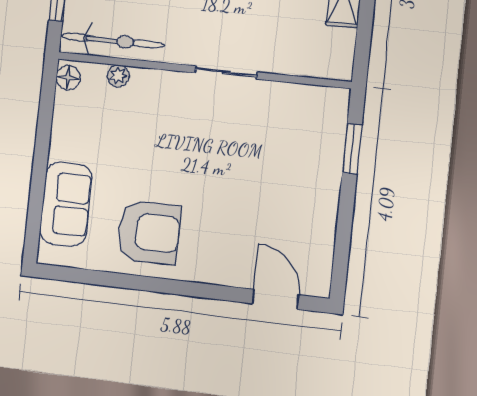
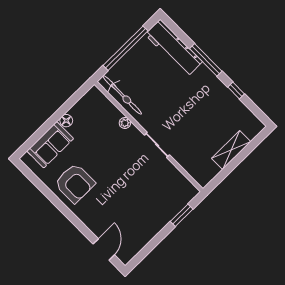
plant: (118, 76) -> (125, 123), moved
floor lamp: (68, 78) -> (66, 121), moved

